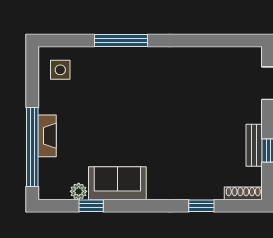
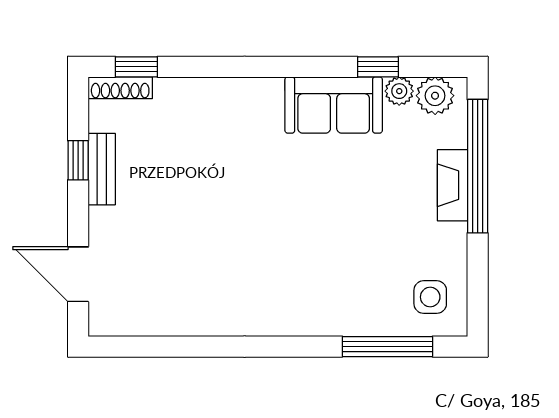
window: (121, 41) -> (387, 347), moved
plant: (57, 189) -> (435, 96), added
window: (201, 206) -> (136, 67), moved

